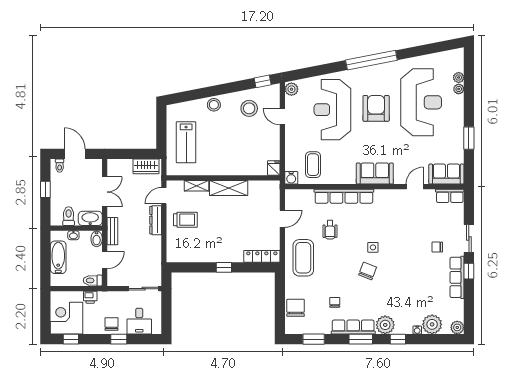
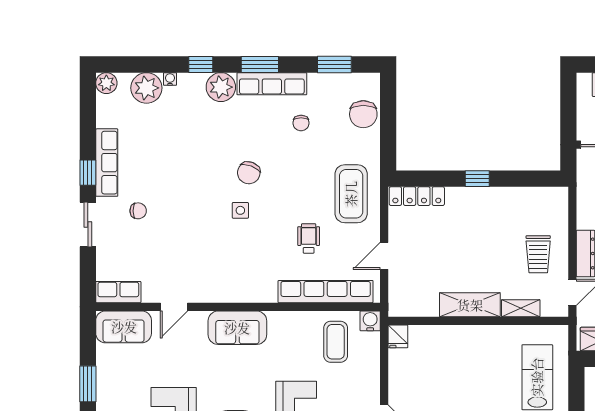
row of seats: (344, 196) -> (326, 292), moved
trolley: (185, 220) -> (538, 254), turned -90

